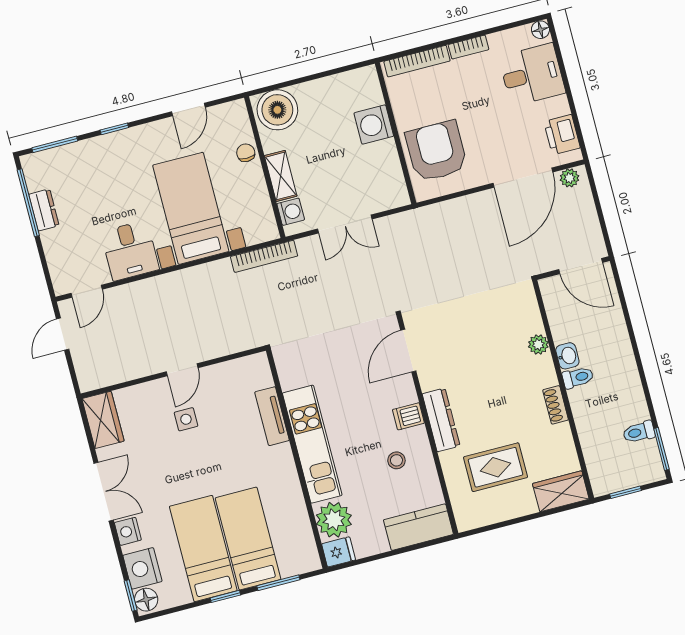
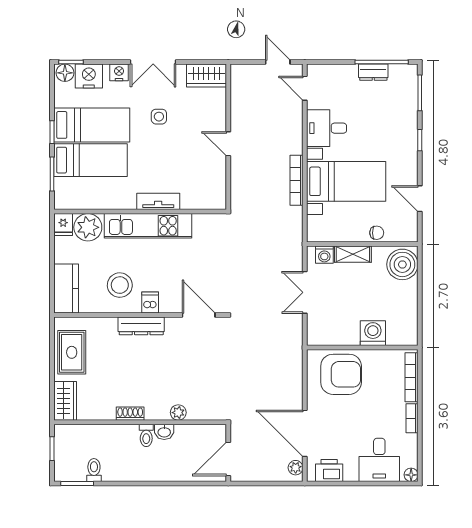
bookcase: (264, 256) -> (296, 180), moved
tv unit: (272, 416) -> (158, 201), moved
side table: (186, 419) -> (159, 117), moved
stool: (396, 460) -> (120, 285), width x1.89, depth x1.89
rug: (496, 467) -> (72, 352), moved

